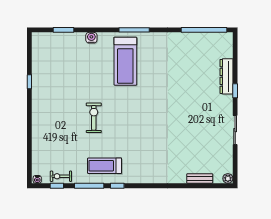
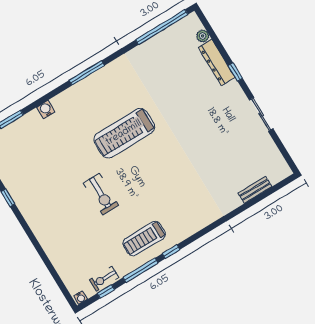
treadmill: (125, 61) -> (124, 133), moved, turned 90
exercise bike: (94, 118) -> (101, 194), turned 180
plant: (228, 178) -> (203, 36), moved

